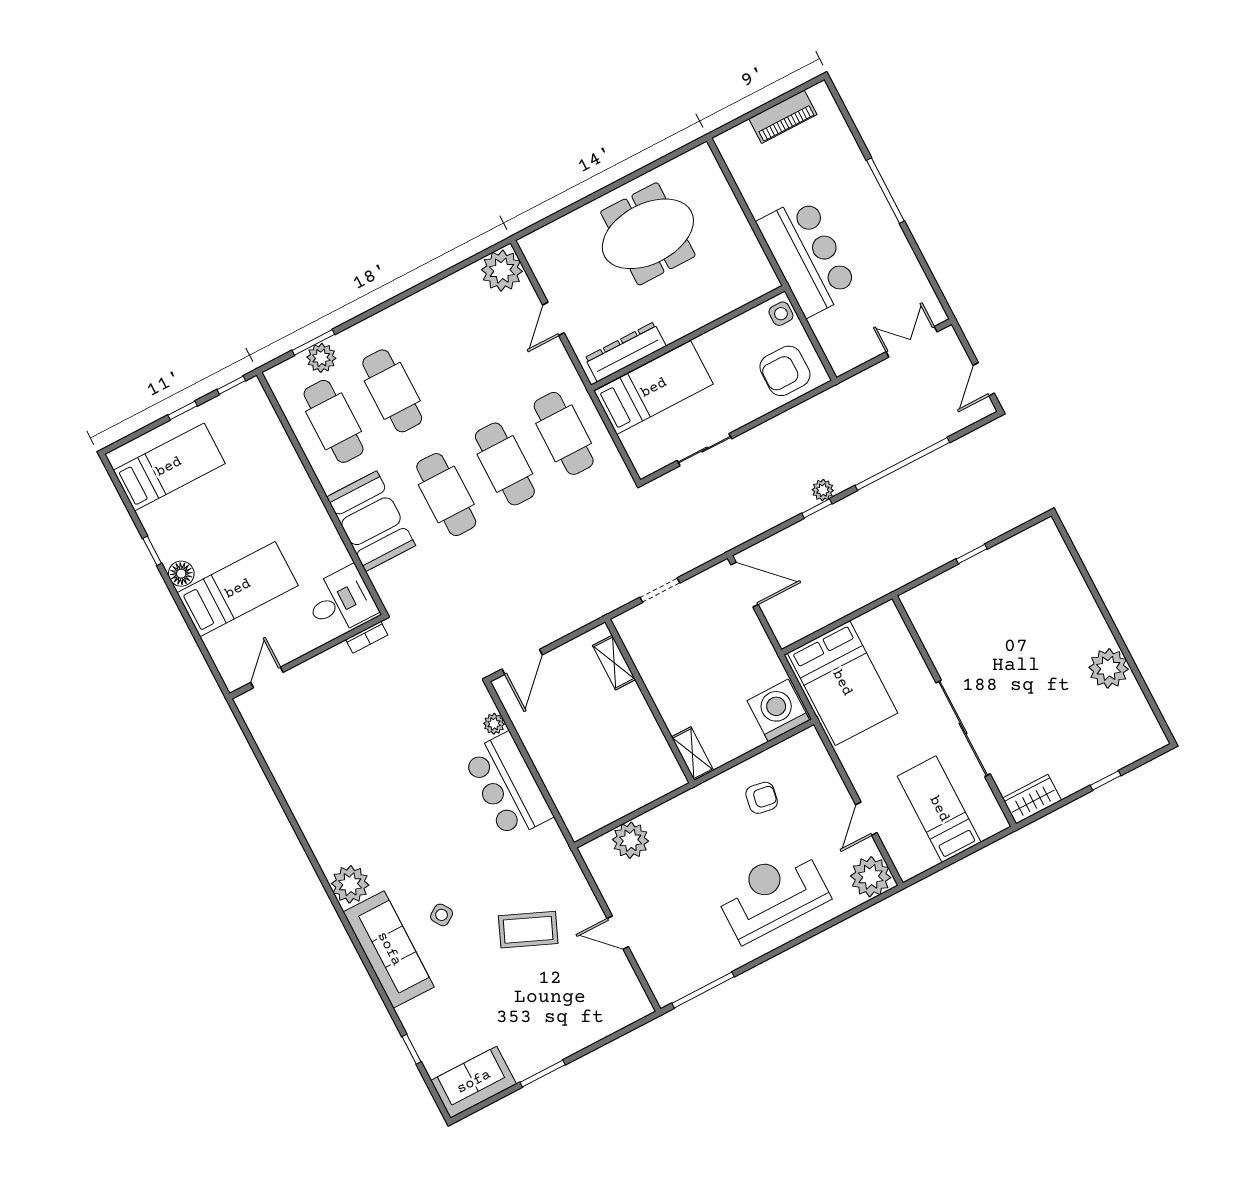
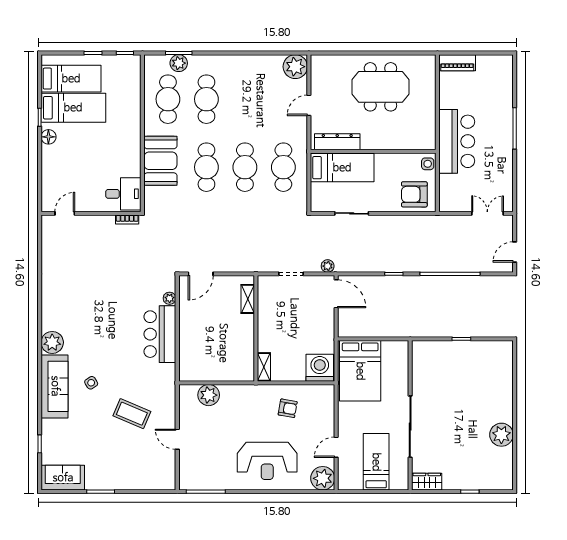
piano: (783, 117) -> (457, 63), moved
plant: (823, 490) -> (328, 266), moved
bed: (238, 589) -> (73, 108), moved
reception desk: (772, 894) -> (267, 461), turned 180

